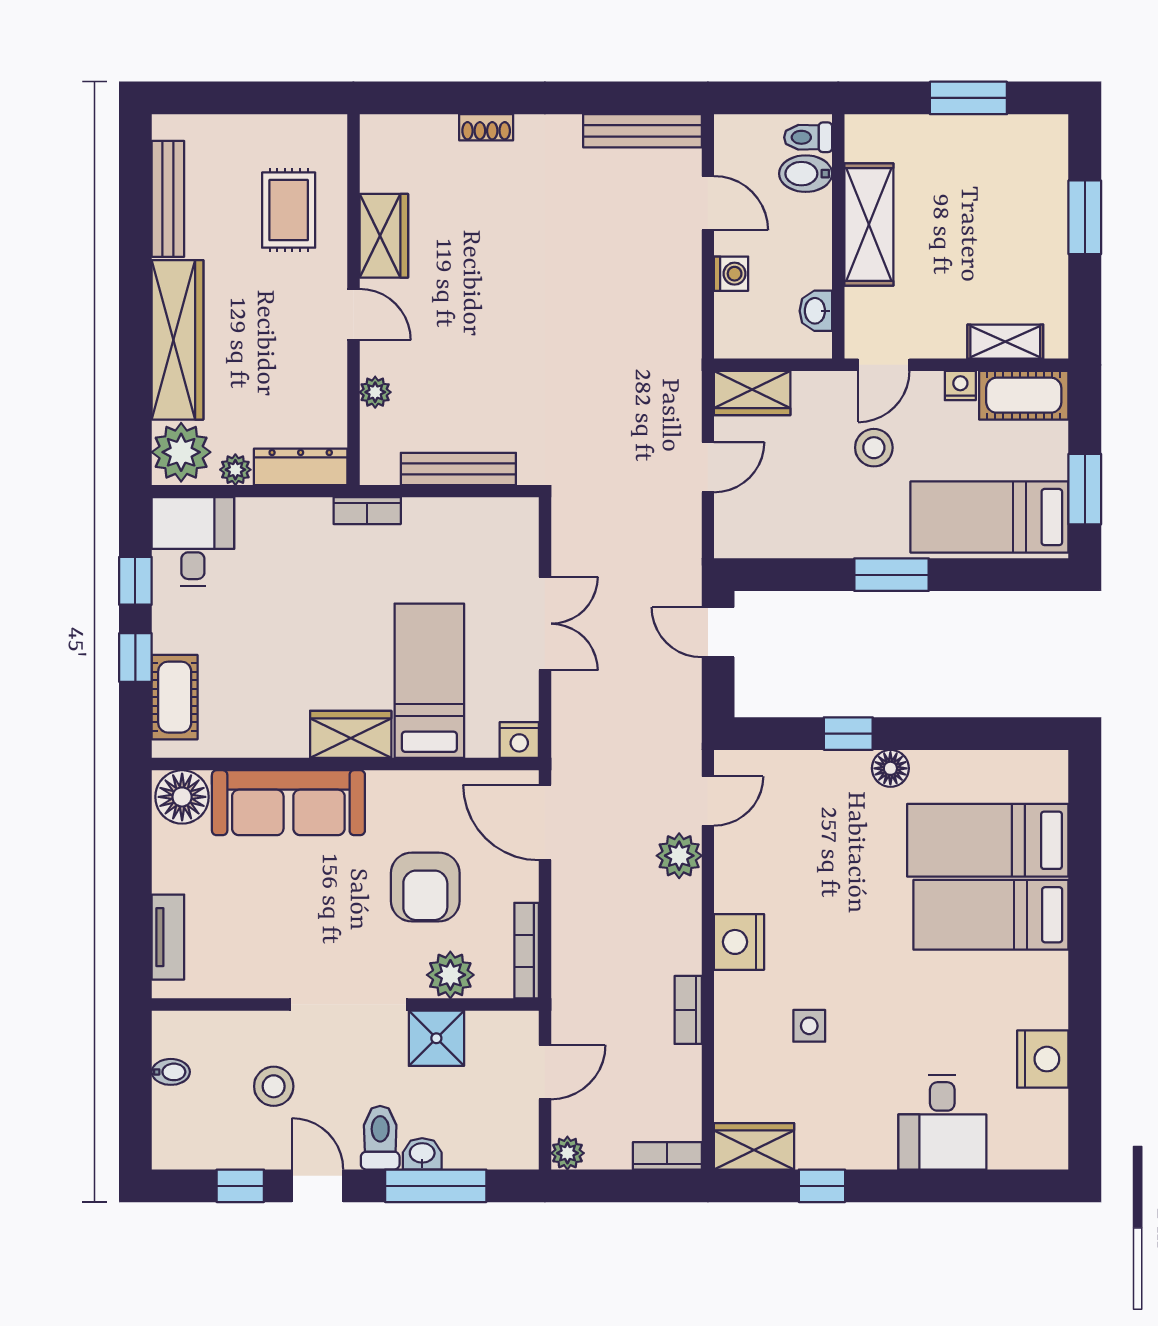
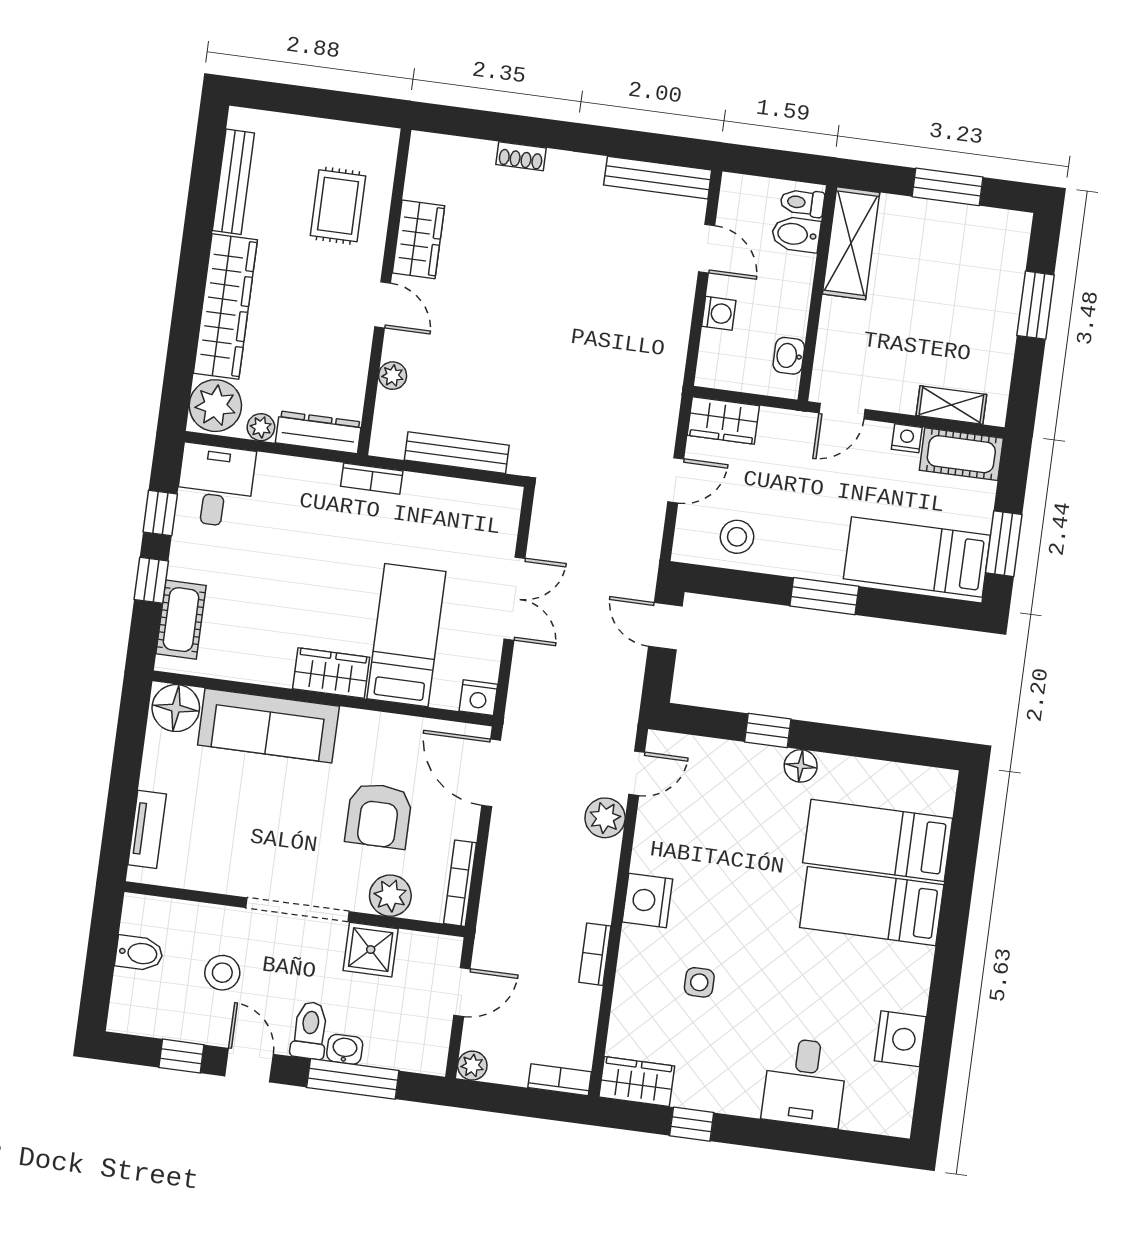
shelving: (869, 224) -> (851, 243), moved
stool: (874, 448) -> (737, 537), moved
bidet: (171, 1072) -> (139, 953), width x1.38, depth x1.36

